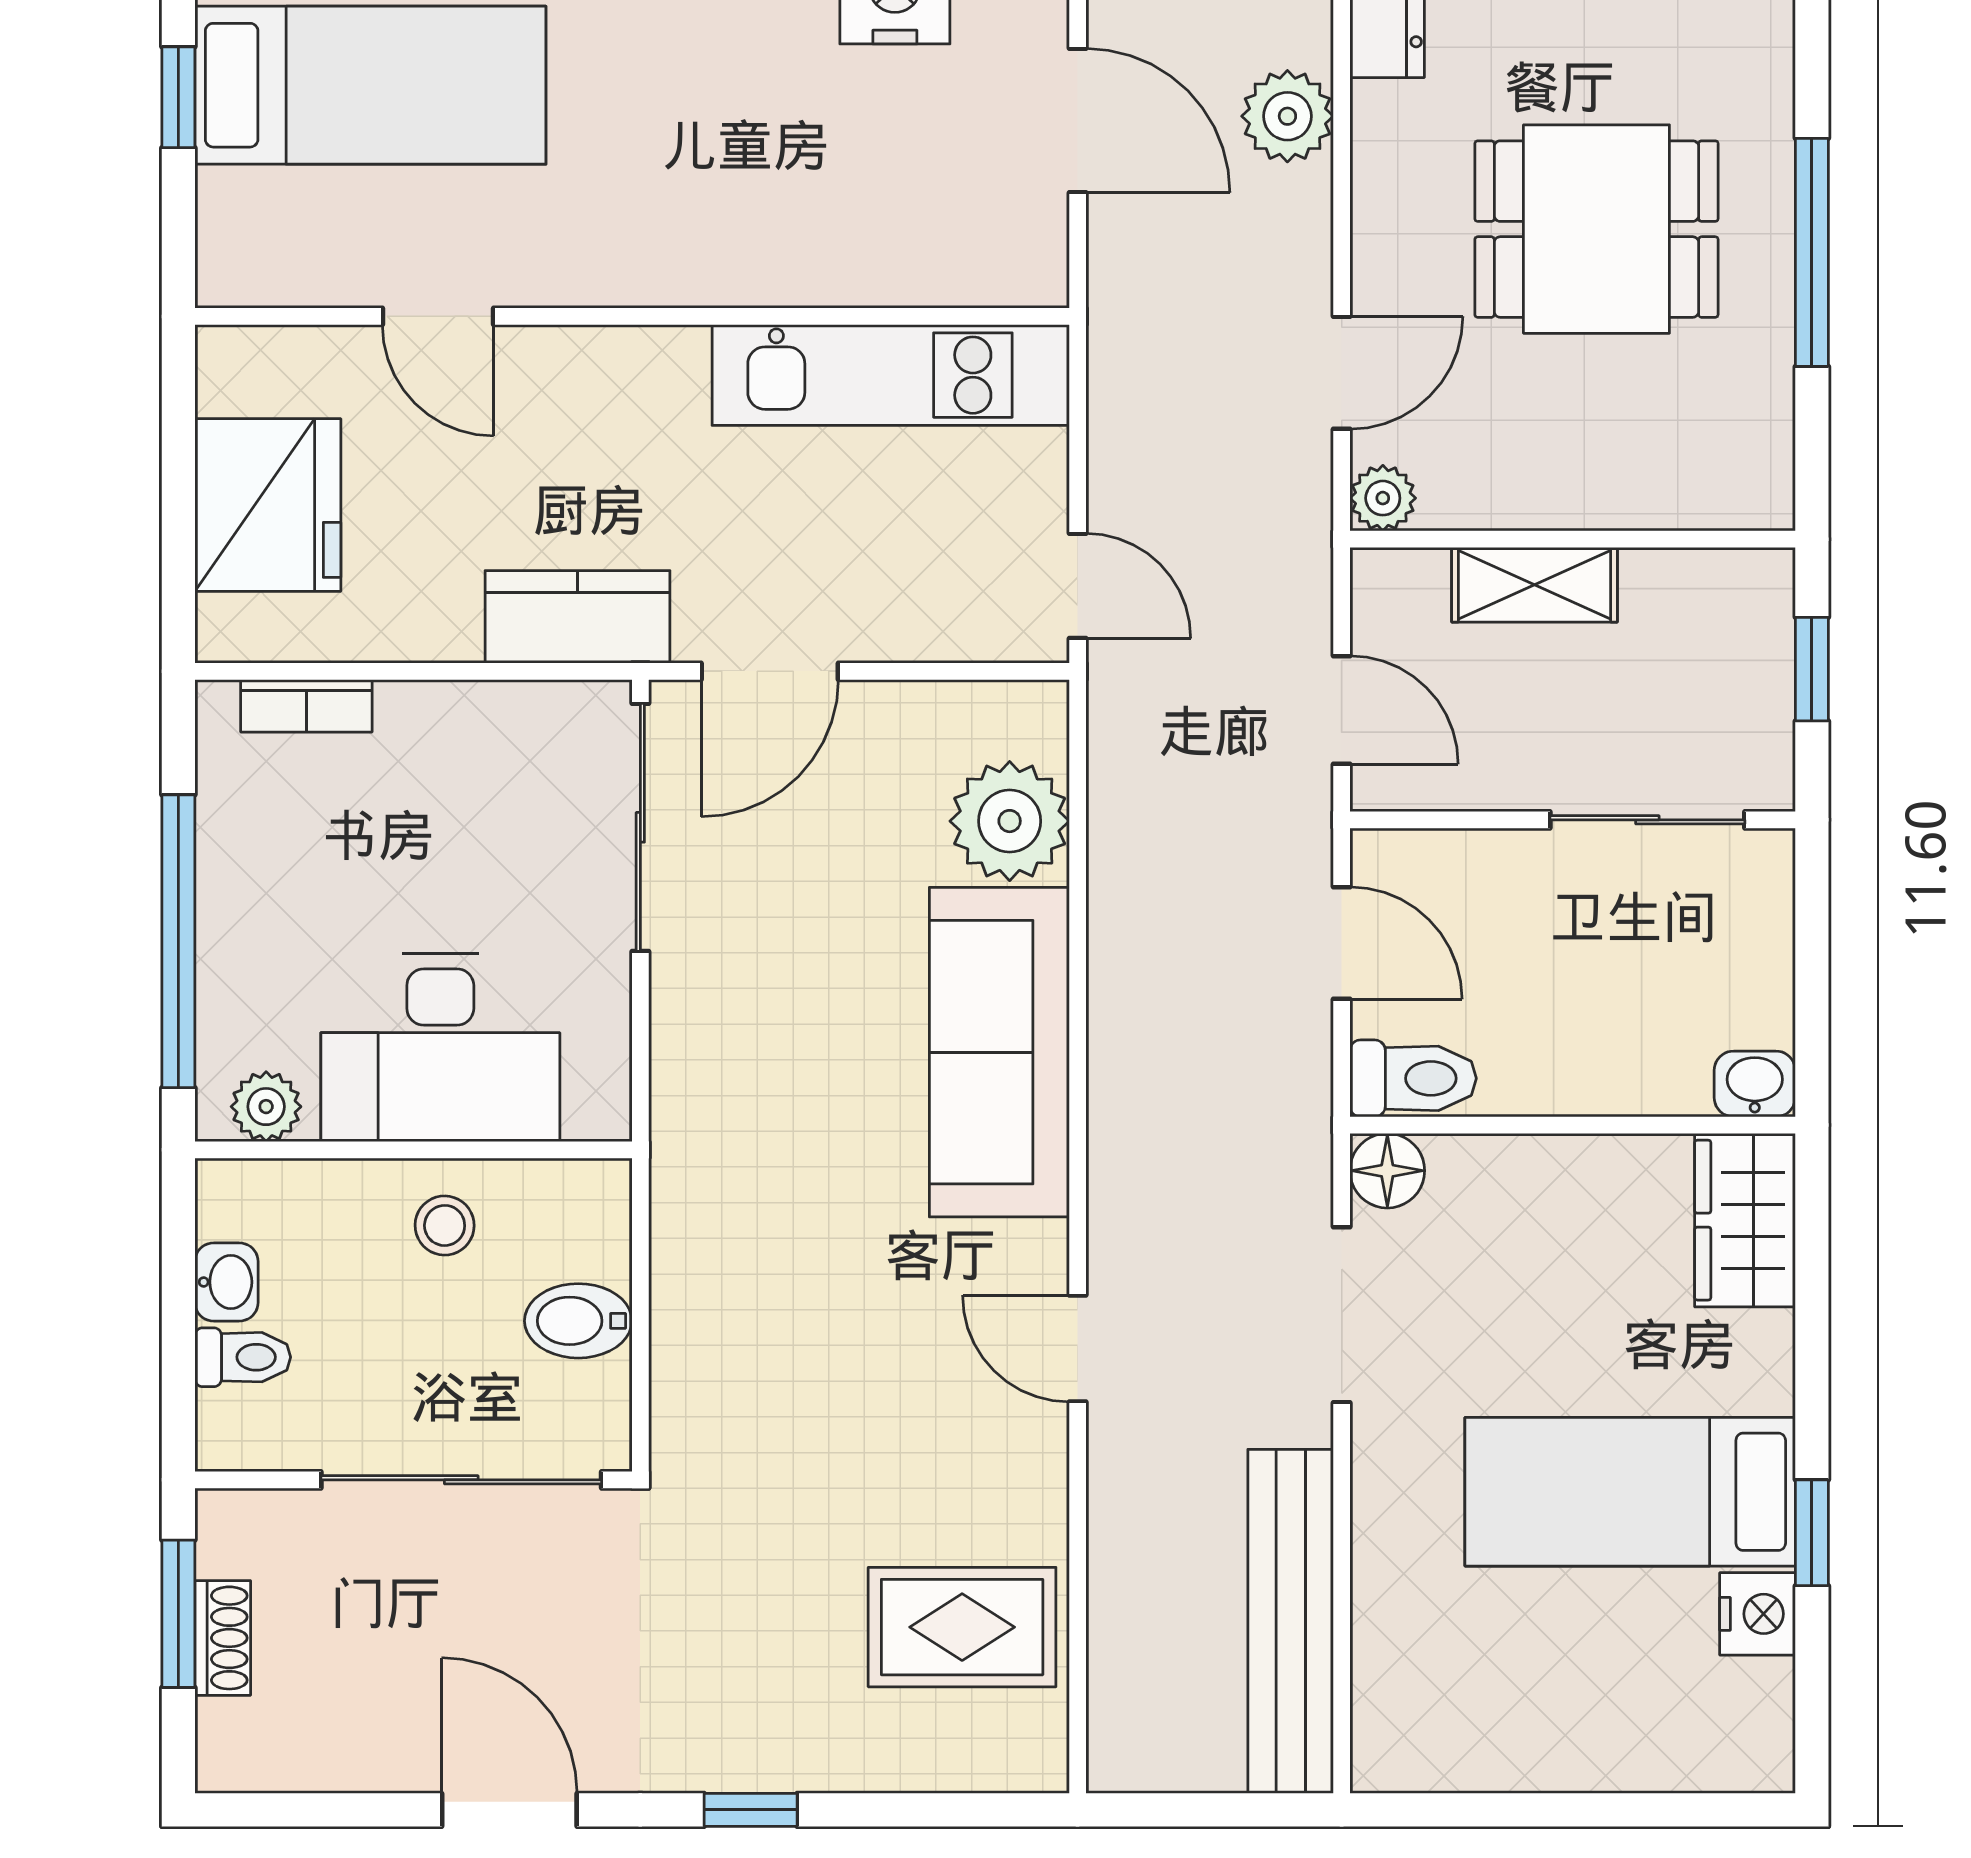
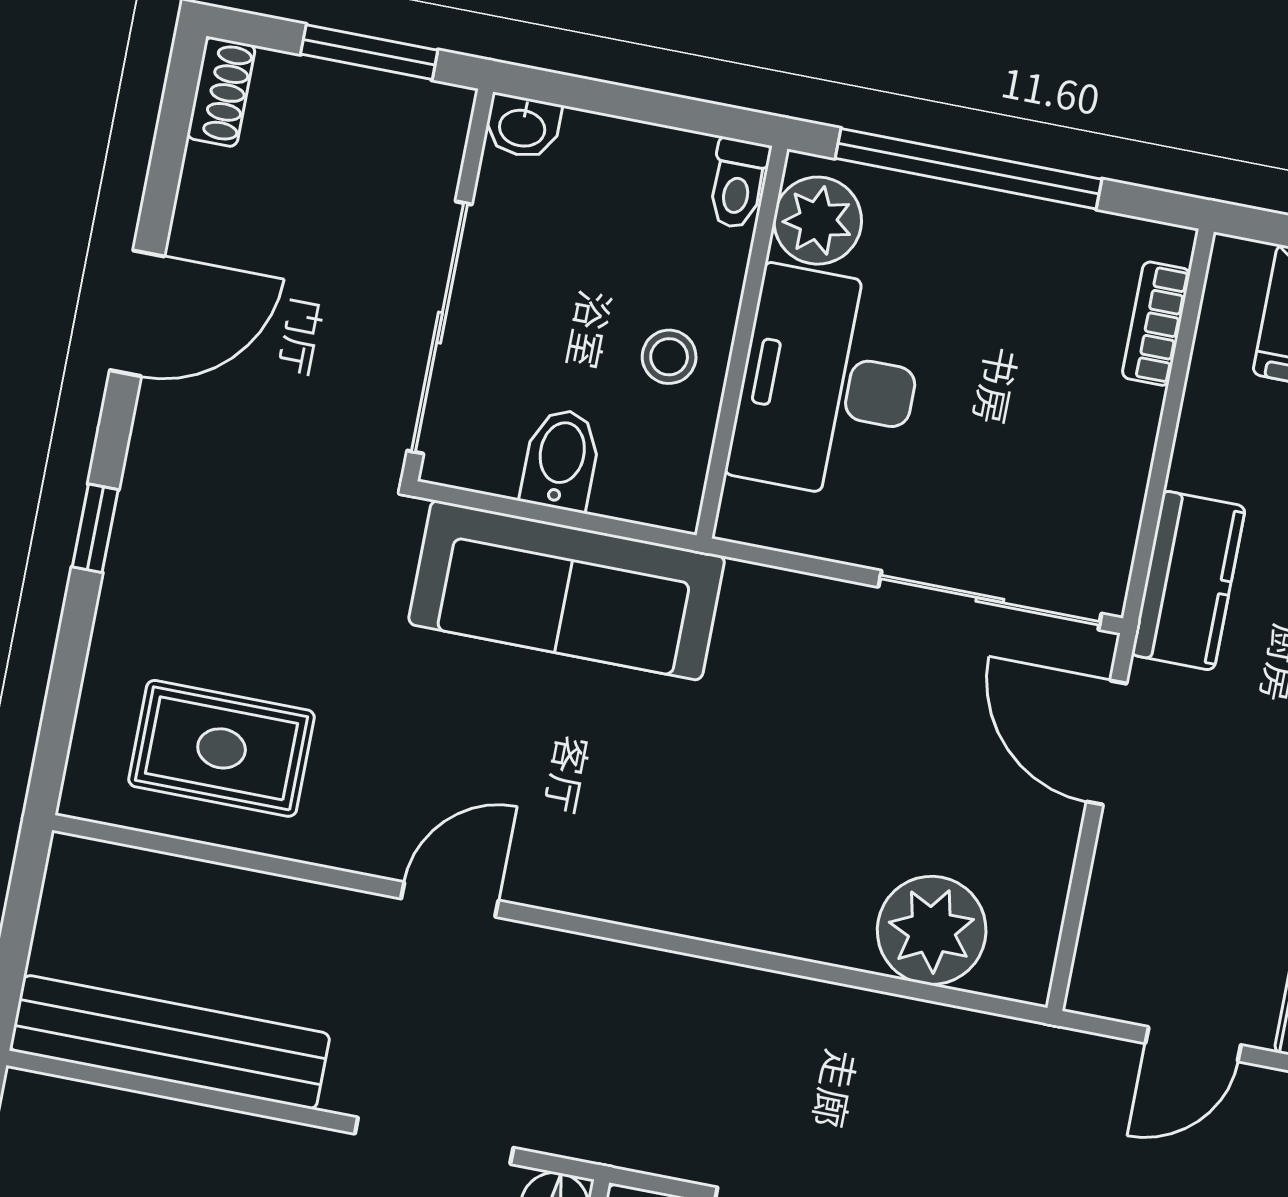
door: (1078, 586) -> (1193, 1044), moved
sofa: (999, 1052) -> (567, 590), moved, turned 180
plant: (266, 1107) -> (818, 221), width x1.38, depth x1.38
washbasin: (226, 1282) -> (522, 127), moved
toilet: (243, 1357) -> (738, 183), moved
rug: (962, 1627) -> (222, 748), turned 90
shoe rack: (223, 1638) -> (221, 92), moved, turned -90

